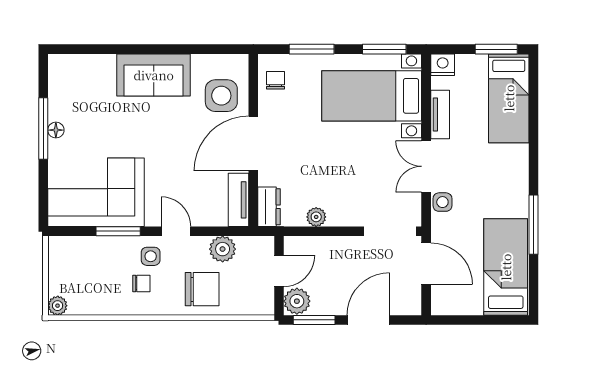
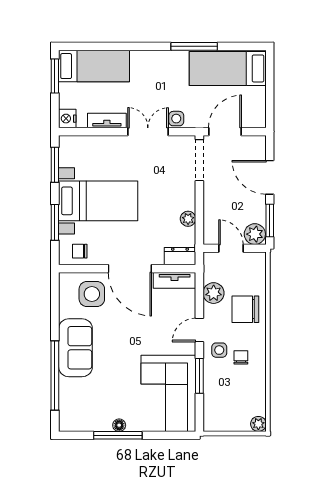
window: (118, 49) -> (55, 376), added
bed with nightstands: (372, 96) -> (98, 201), moved, turned -90
double door: (426, 166) -> (148, 132), swing flipped
chair: (202, 289) -> (245, 309), turned -90

